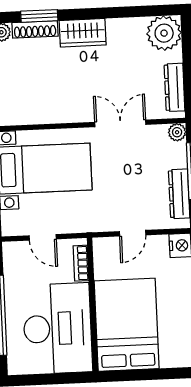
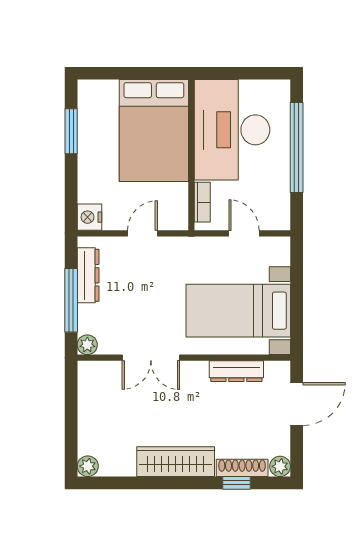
window: (39, 16) -> (237, 483), width x0.67
wardrobe: (83, 33) -> (176, 462), width x1.50
plant: (164, 33) -> (88, 466), width x0.53, depth x0.53
dresser: (175, 87) -> (236, 371), moved, turned 90

